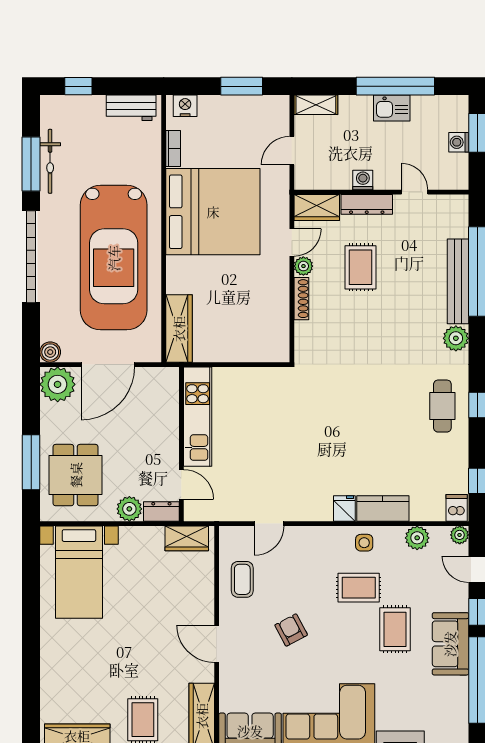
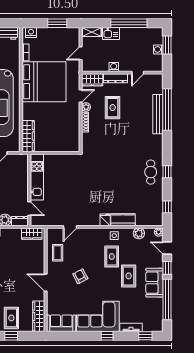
kitchen sink: (392, 108) -> (111, 34), moved
door: (415, 192) -> (138, 73), swing flipped
plant: (456, 338) -> (157, 141), removed
dishwasher: (457, 508) -> (157, 219), removed
rug: (359, 588) -> (112, 257), turned 90

